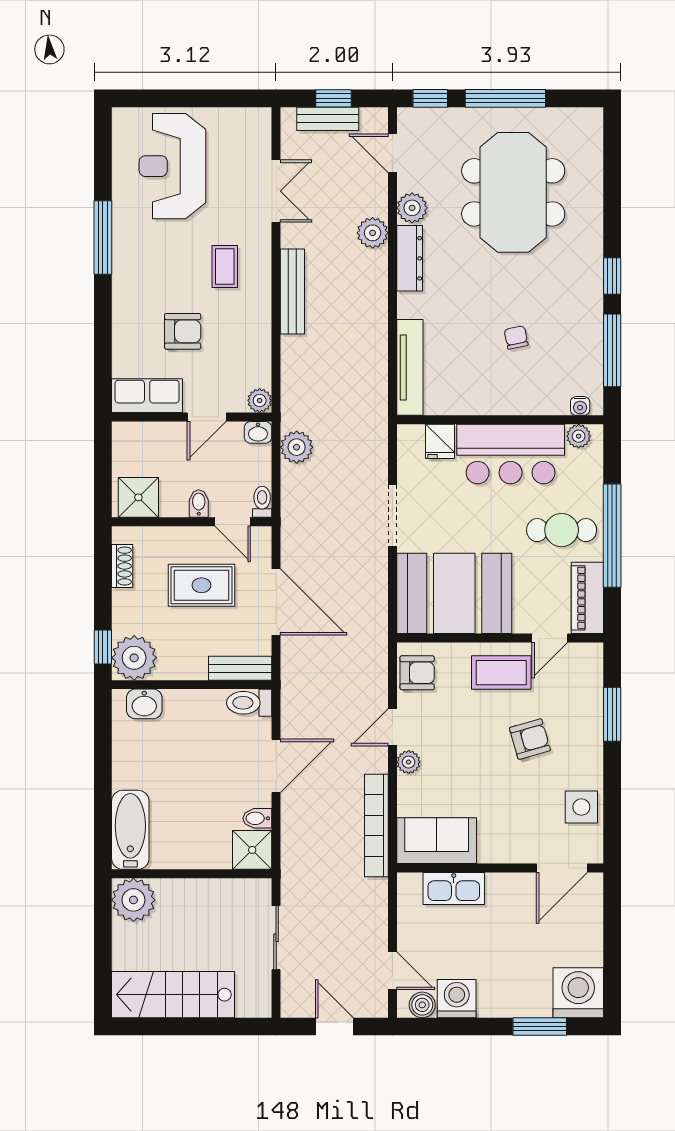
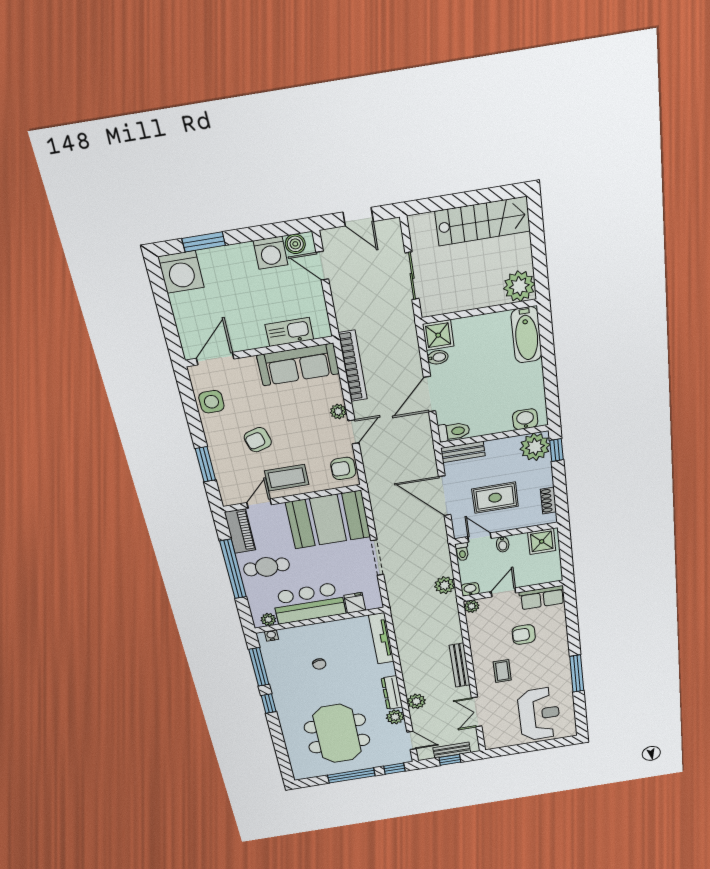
sofa: (437, 841) -> (298, 364), width x1.36

